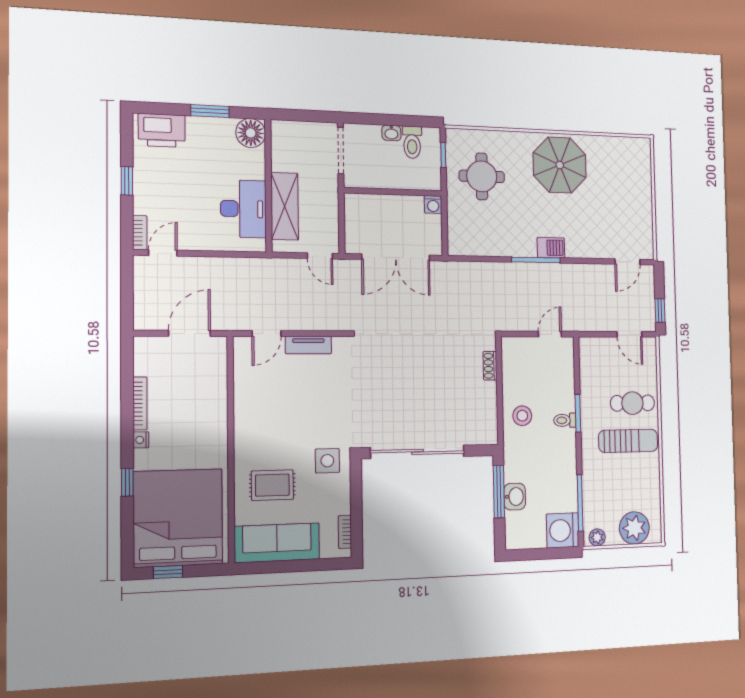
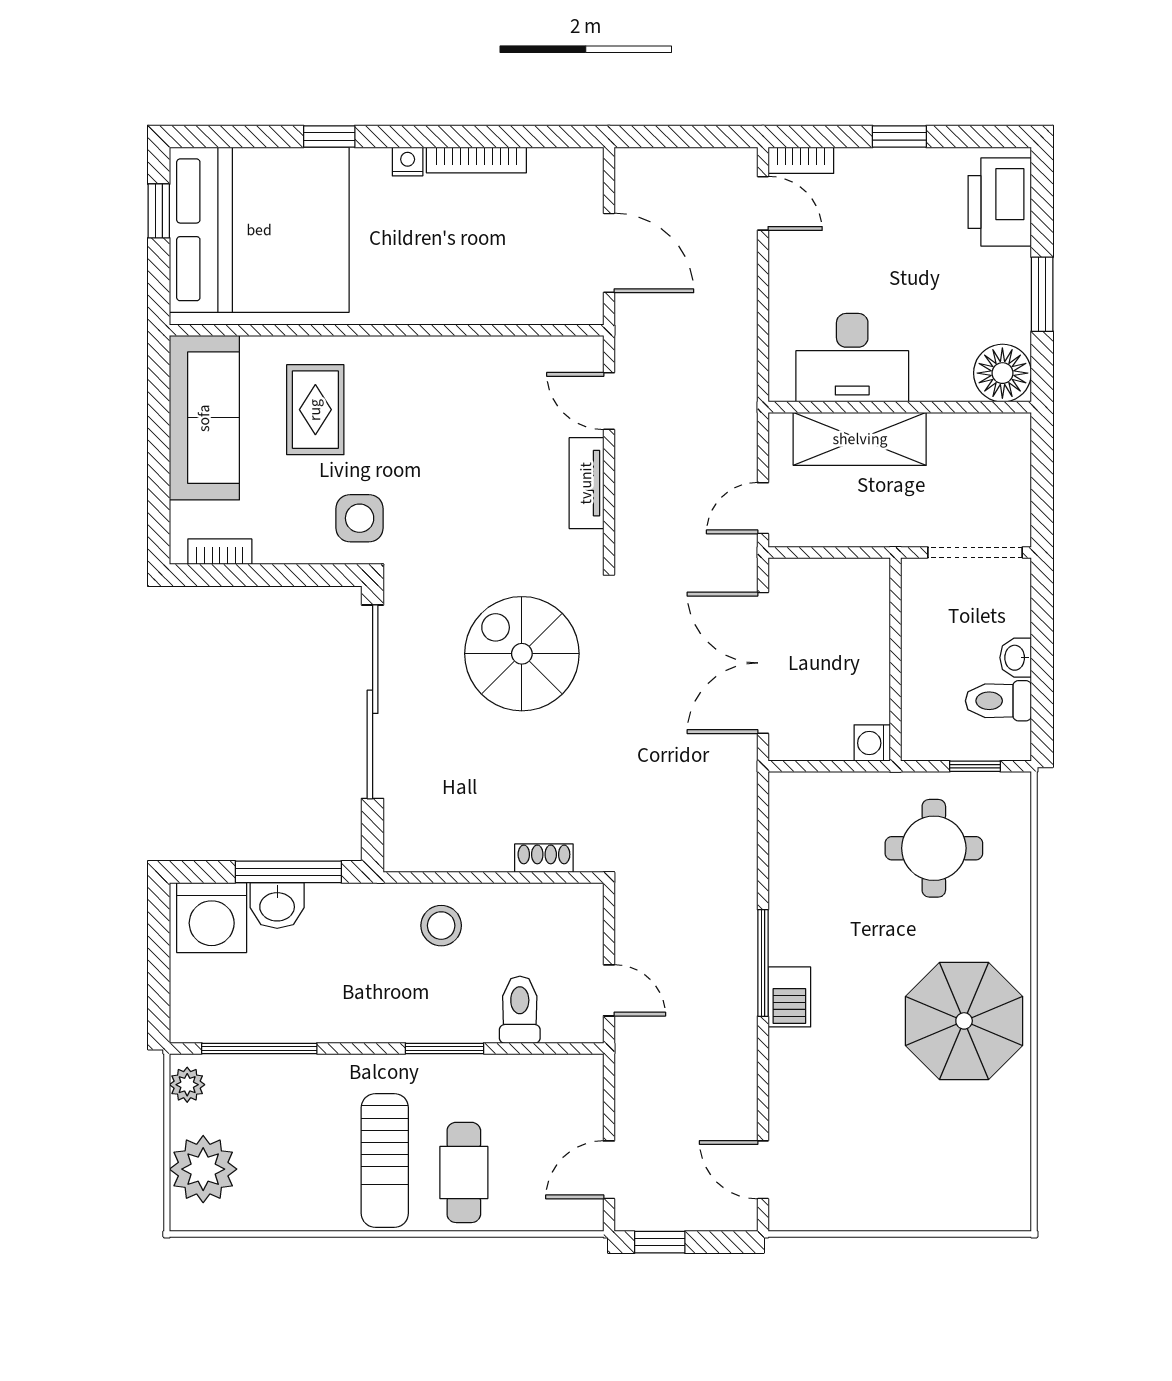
spiral stairs: (393, 377) -> (522, 654), added
toilet: (565, 420) -> (520, 1010), moved, width x1.37, depth x1.39
washing machine: (563, 530) -> (212, 918), moved, turned 180

